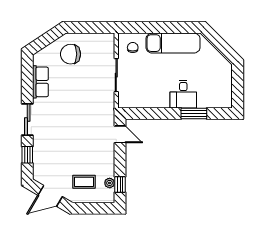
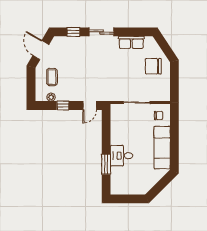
chair: (71, 54) -> (153, 66), turned -90
window: (120, 185) -> (63, 106), moved

